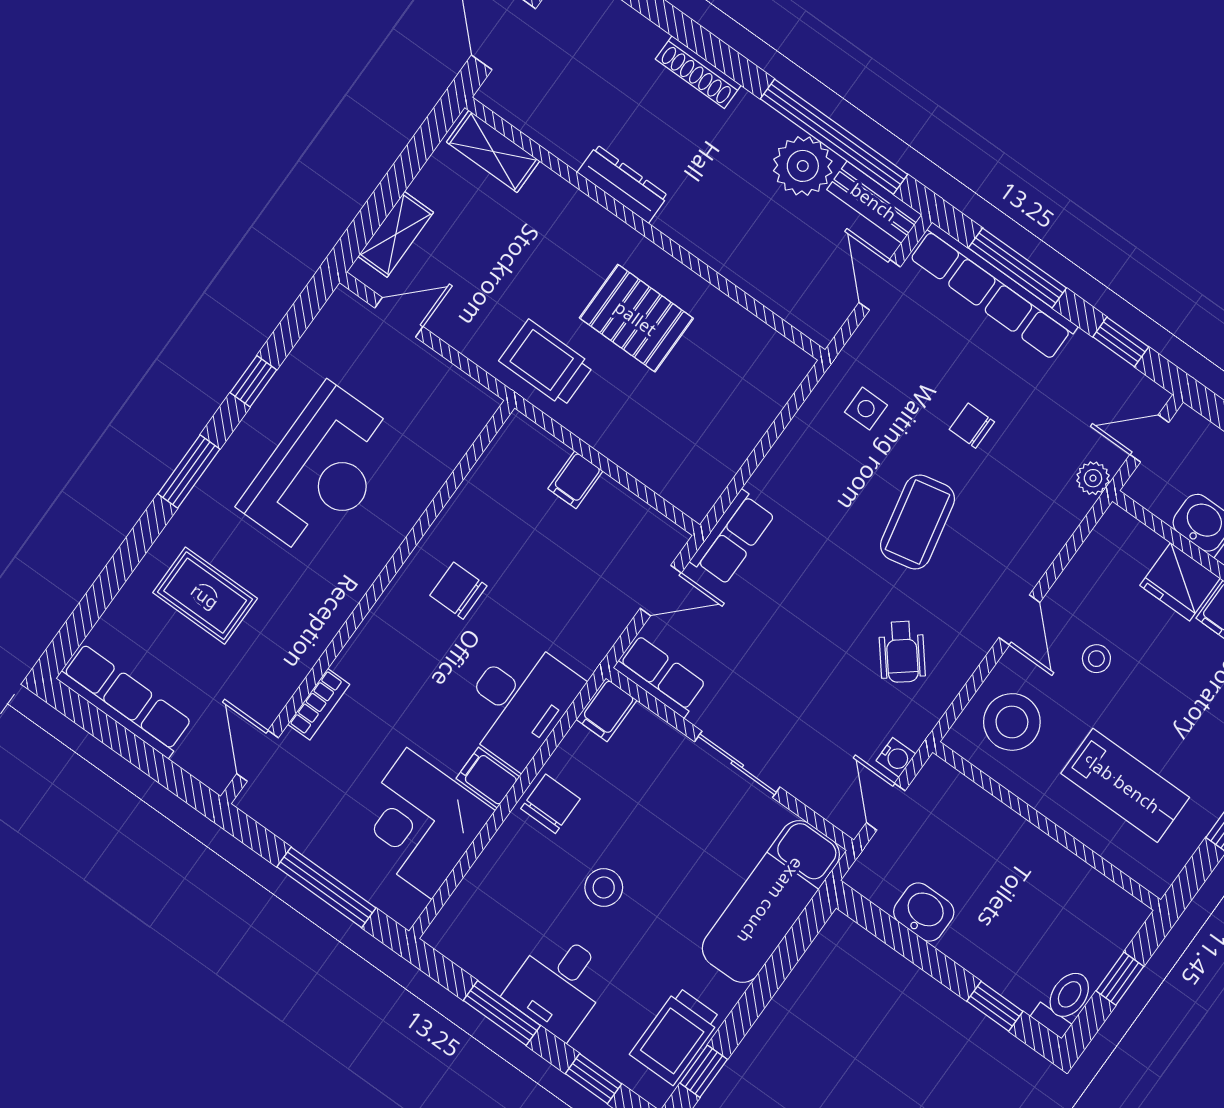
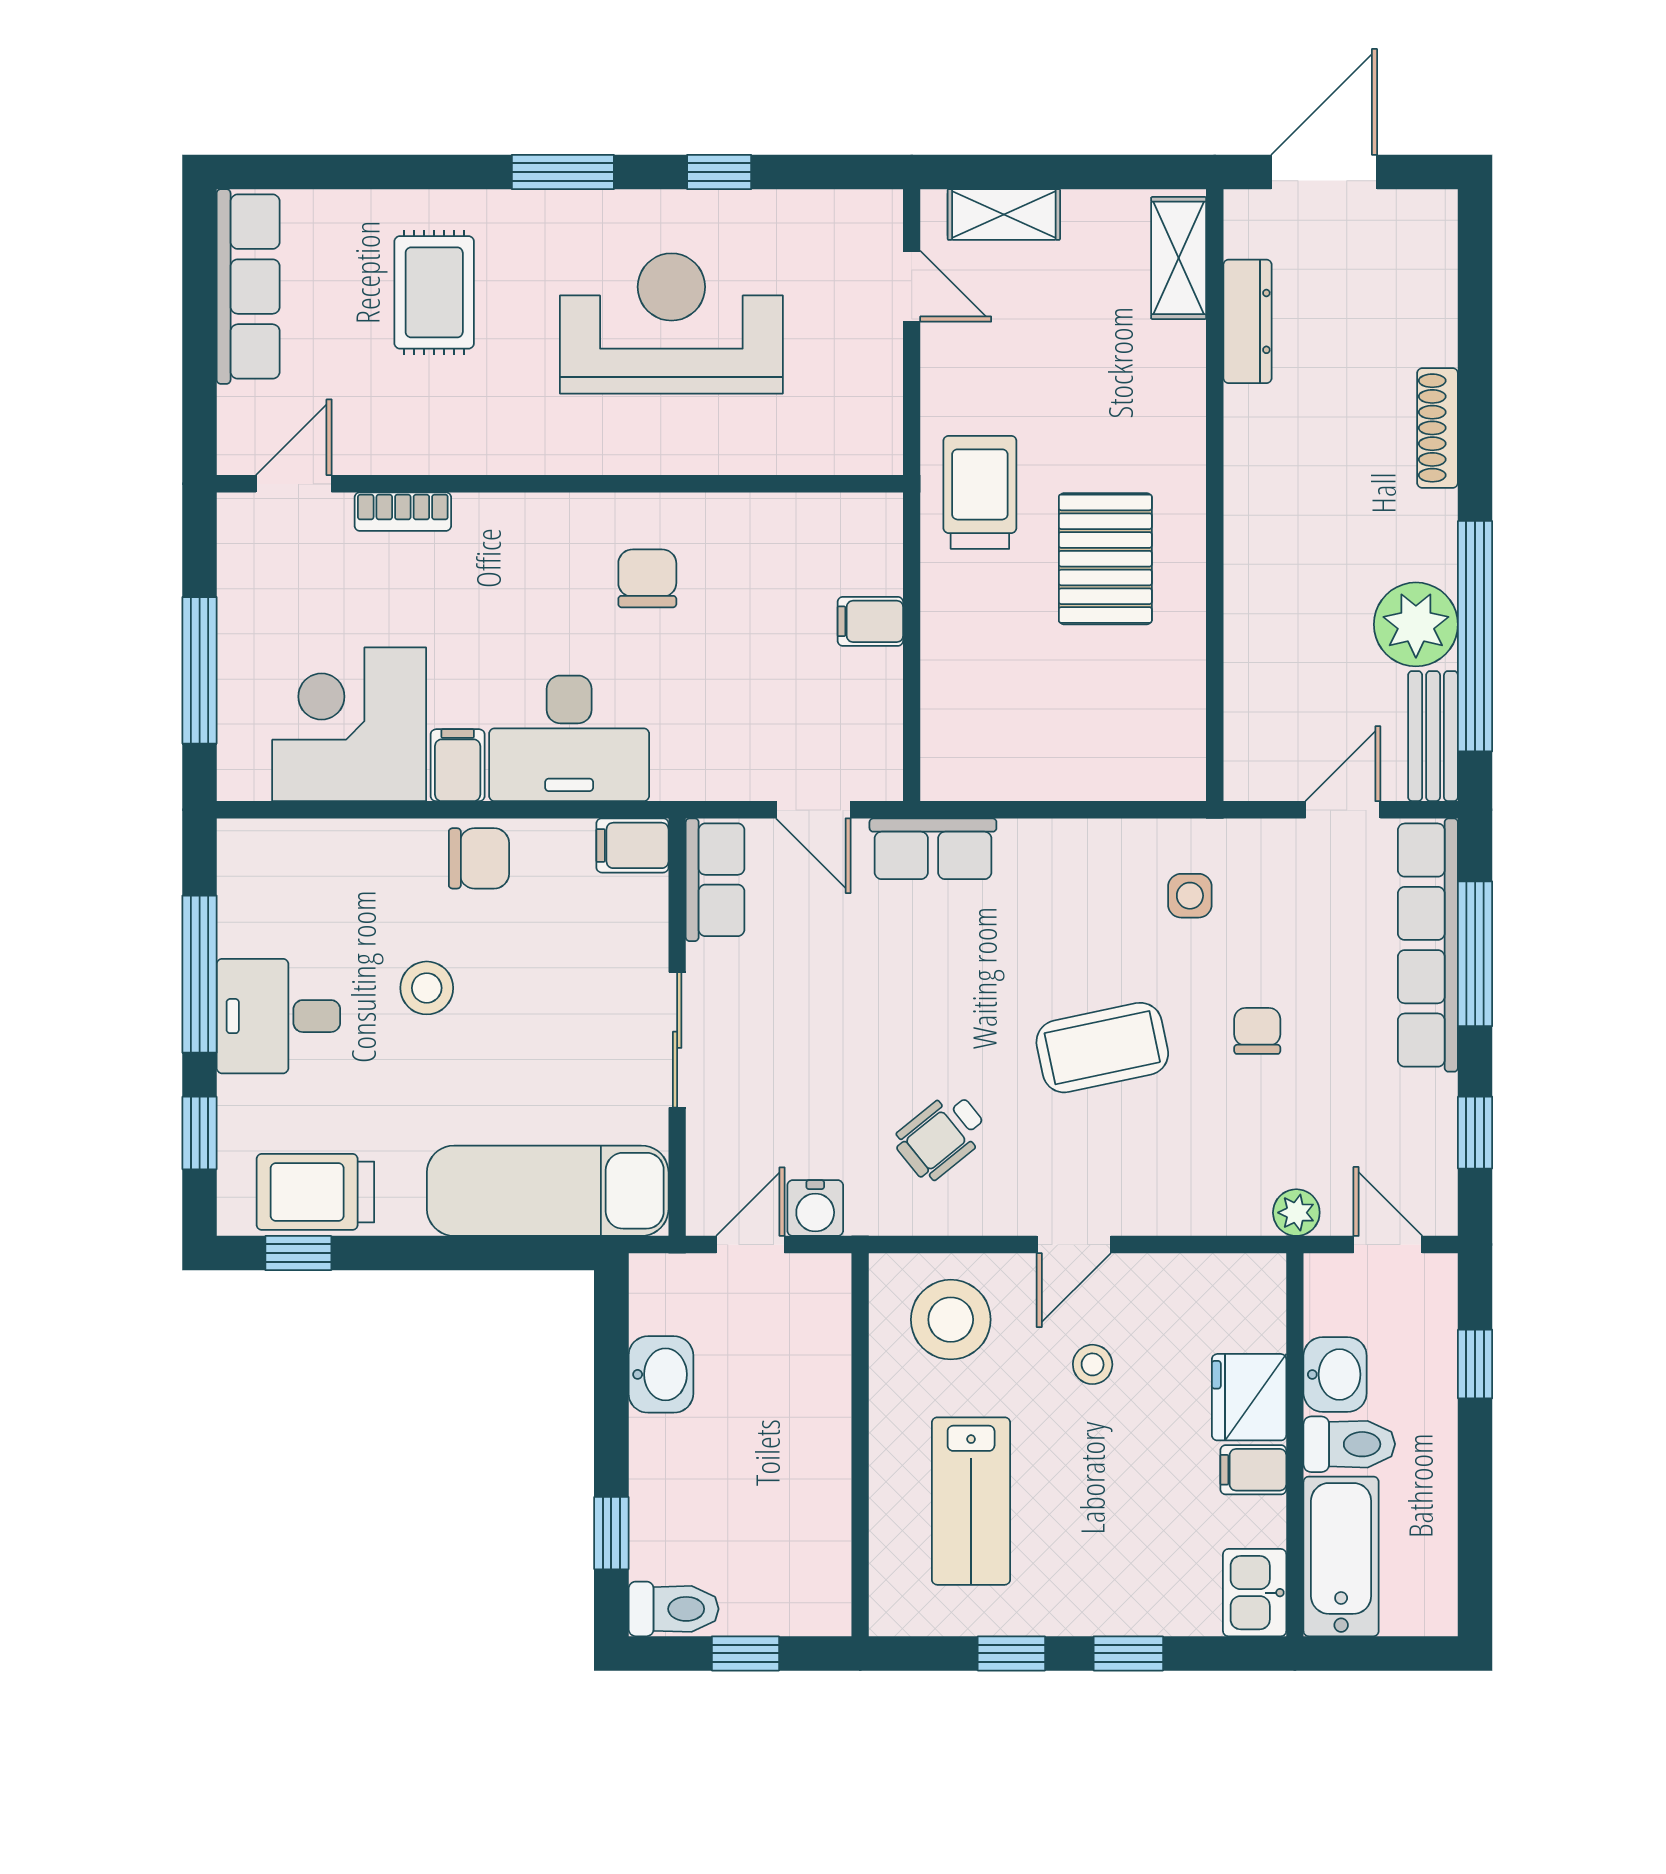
dresser: (623, 184) -> (1248, 321), moved
reception desk: (321, 471) -> (671, 323), turned 180
water cooler: (896, 757) -> (815, 1208), width x1.38, depth x1.38
window: (502, 1013) -> (200, 974), width x1.44

